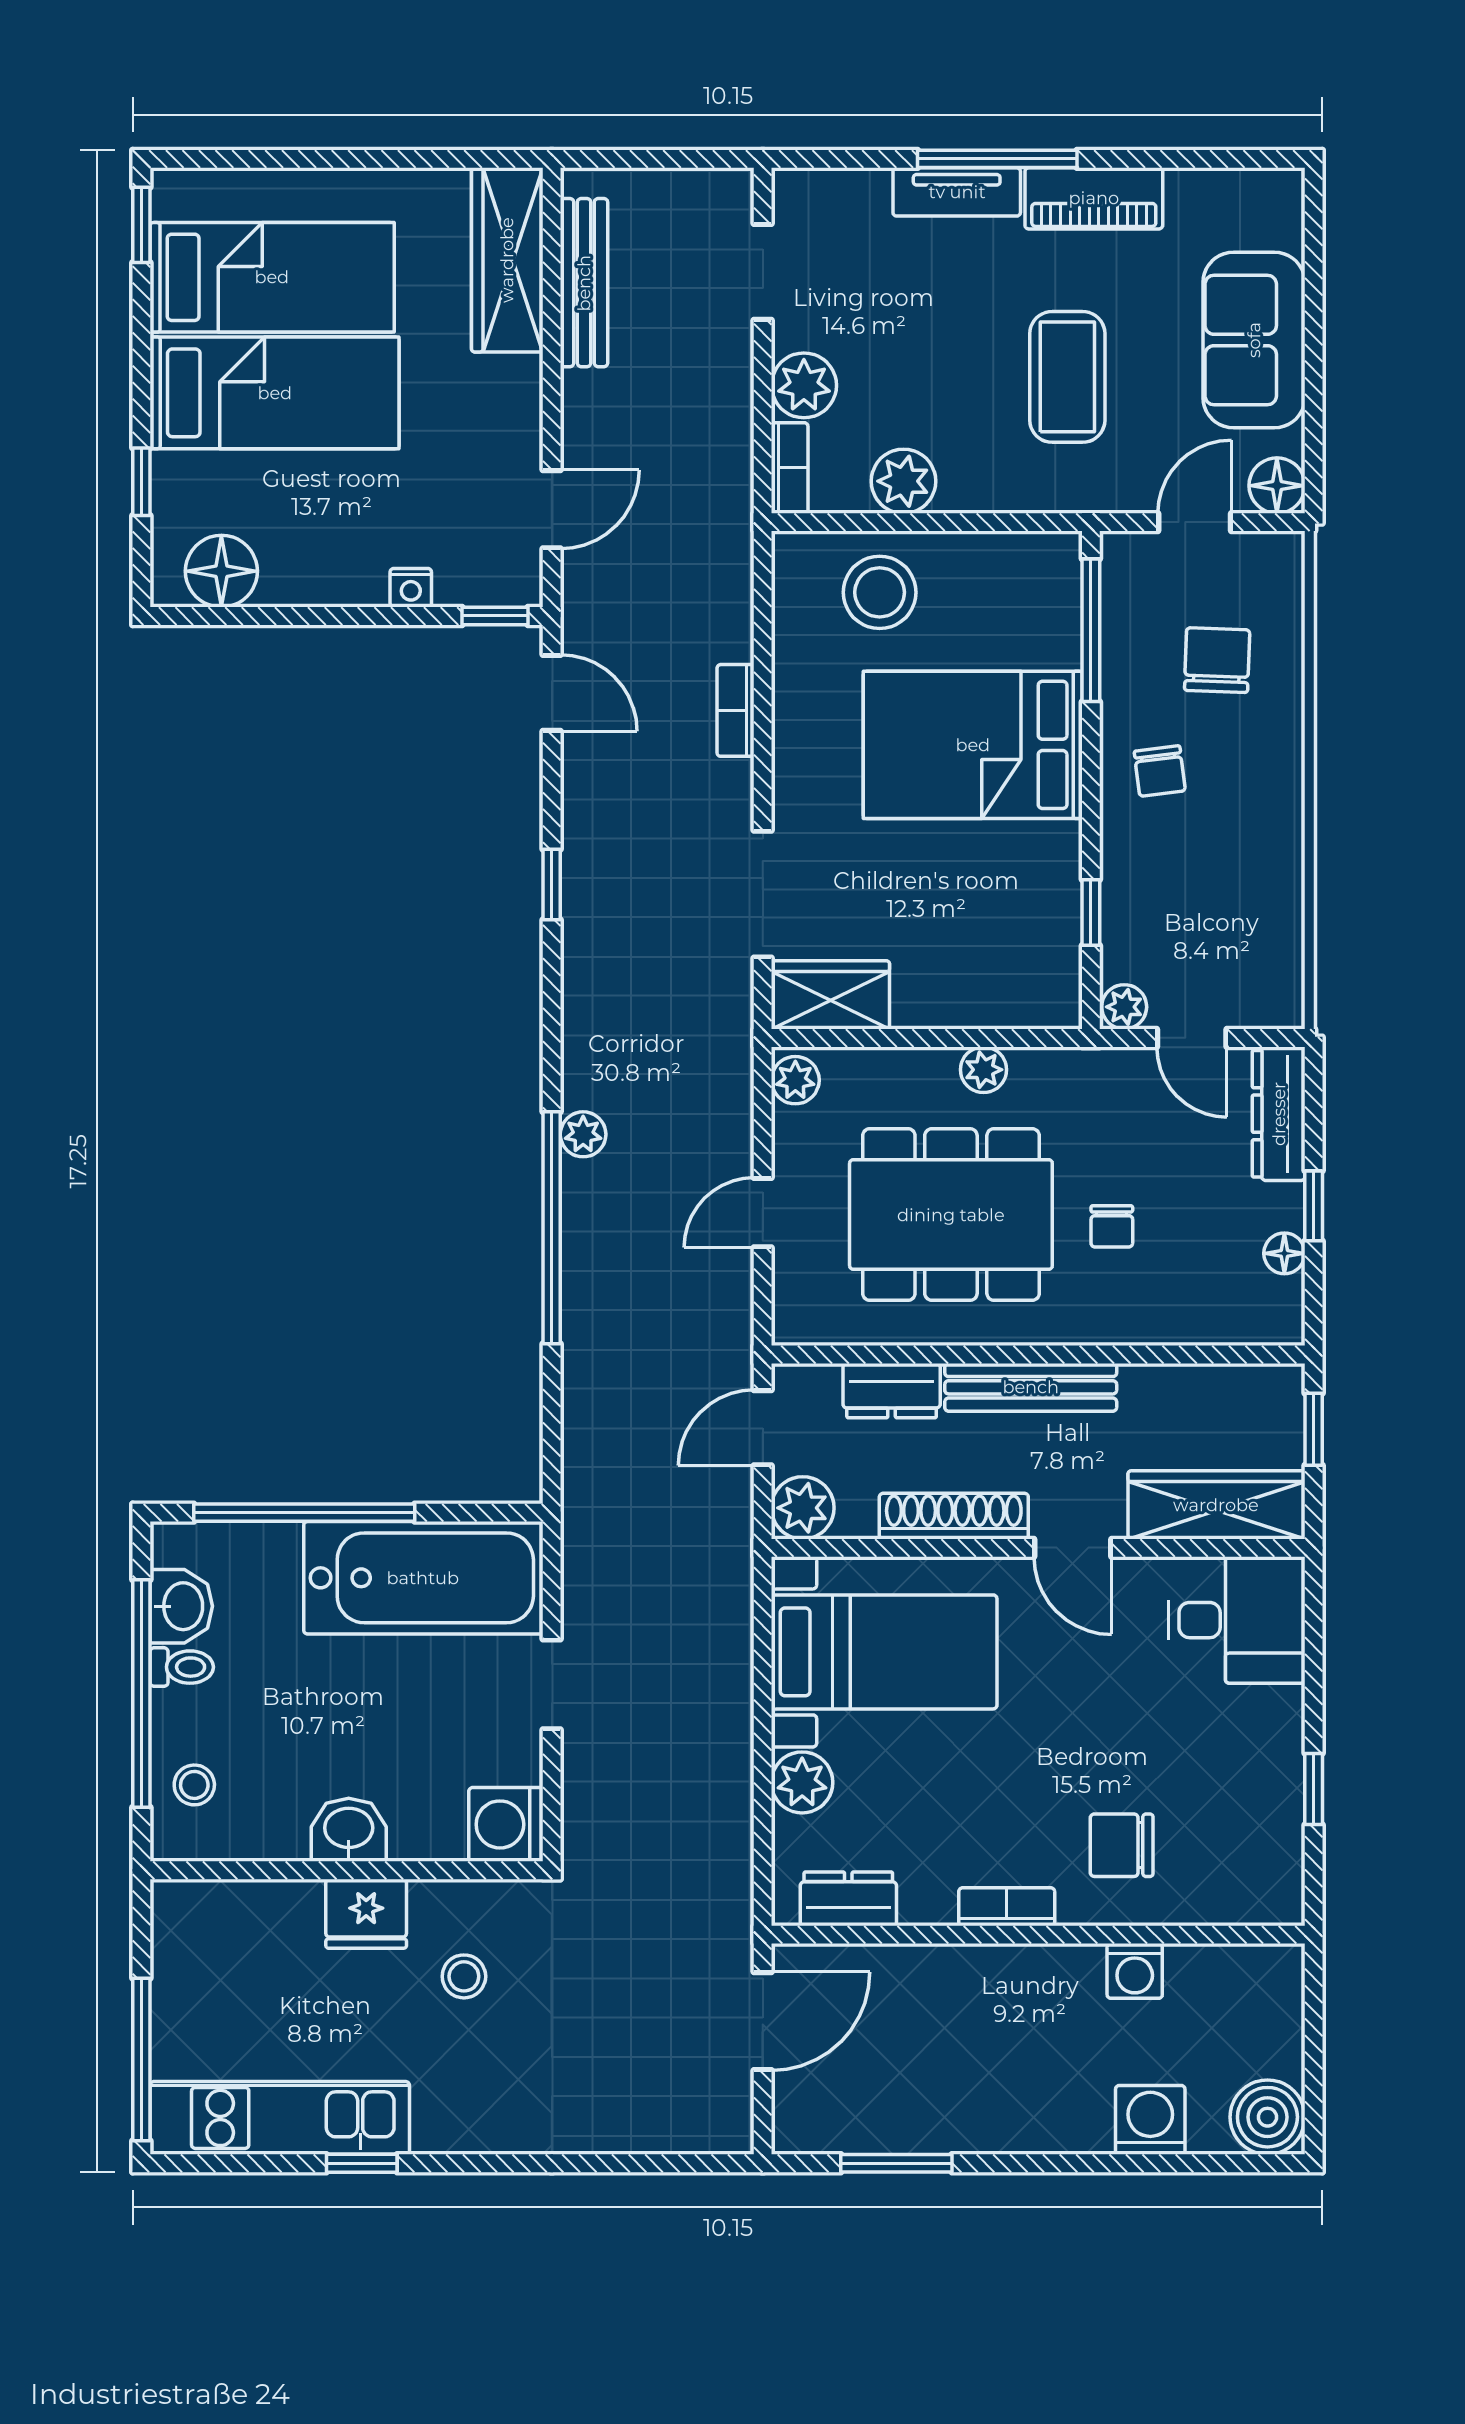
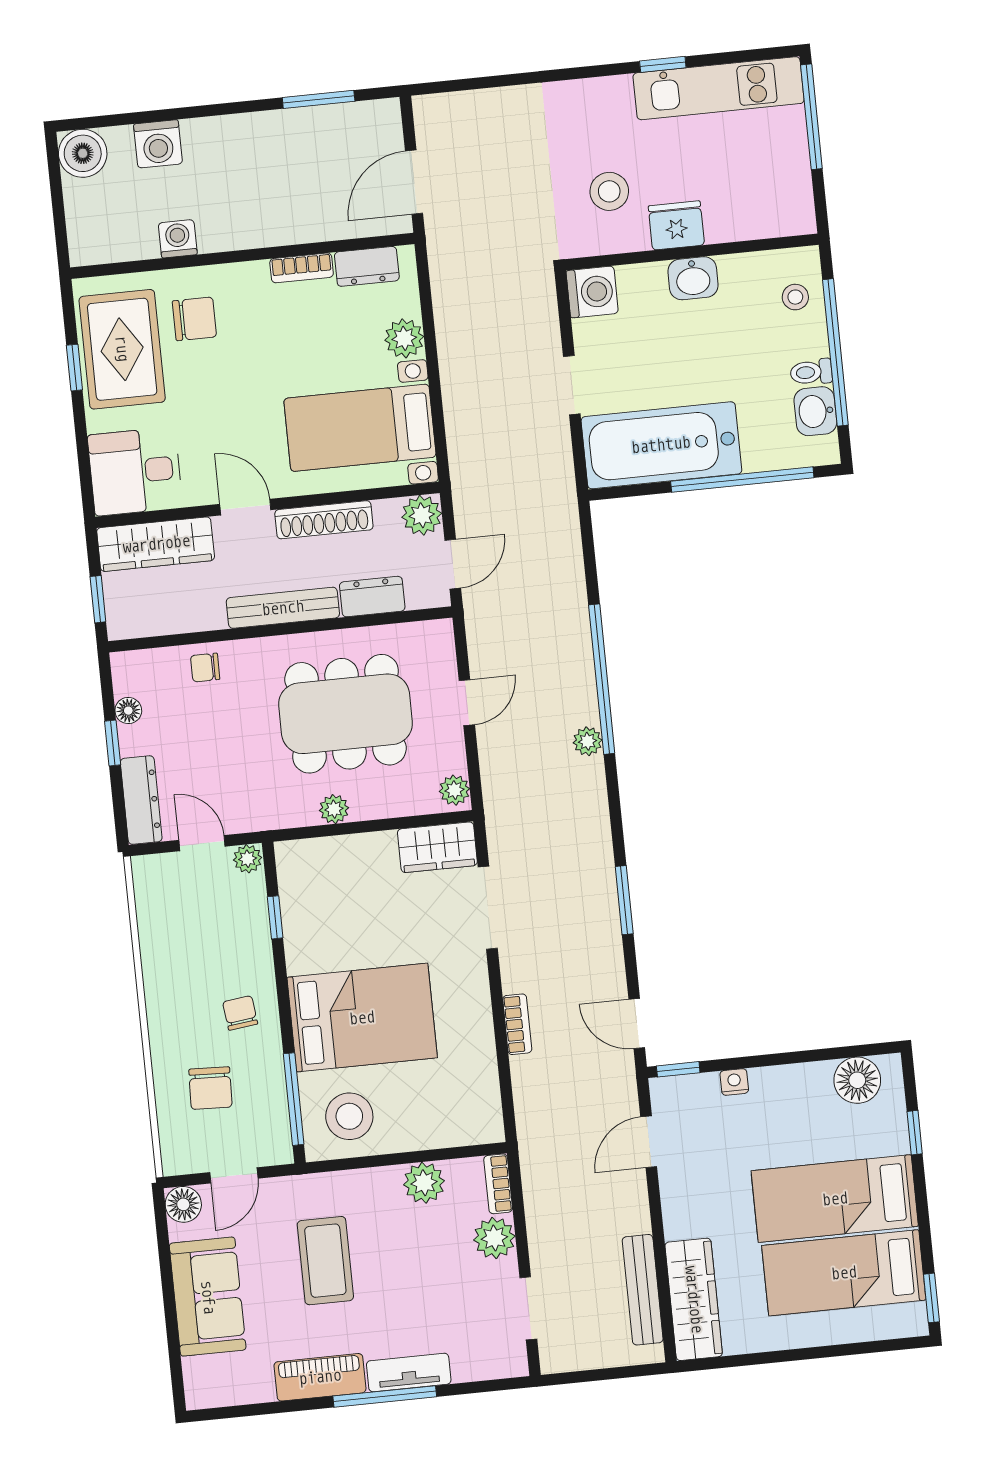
stool: (880, 592) -> (349, 1116), moved
window: (552, 885) -> (624, 900), width x1.50
chair: (1112, 1226) -> (205, 668), moved, turned -90
rug: (1237, 1810) -> (122, 349), added
bookcase: (1007, 1907) -> (302, 268), moved
stool: (464, 1976) -> (609, 191), width x1.37, depth x1.37

